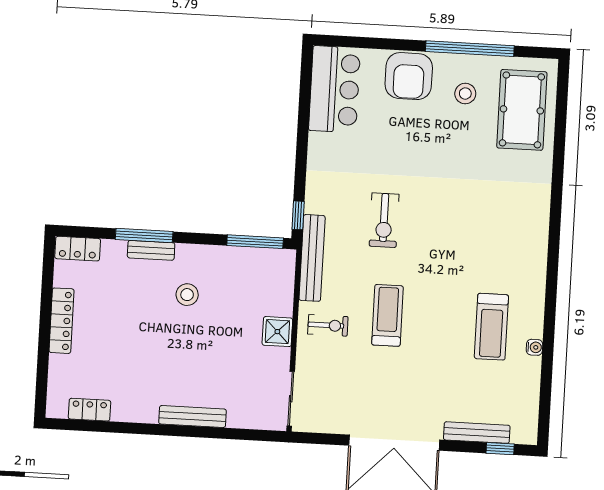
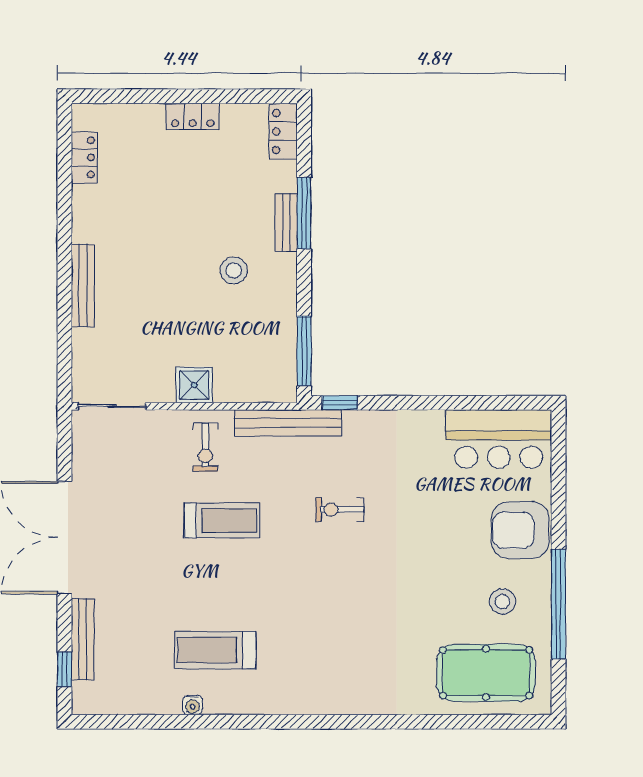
exercise bike: (384, 220) -> (340, 510), width x0.73, depth x0.72
locker: (62, 321) -> (193, 117), width x0.66

